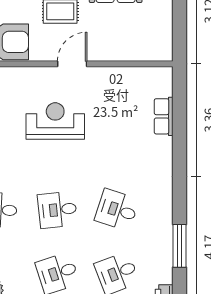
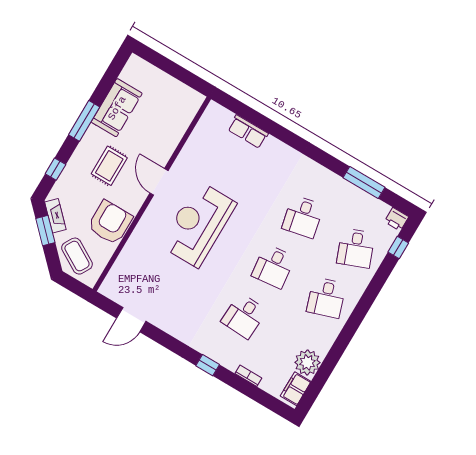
reception desk: (55, 121) -> (198, 224), width x1.36, depth x1.30
desk: (117, 210) -> (303, 217), turned -30

